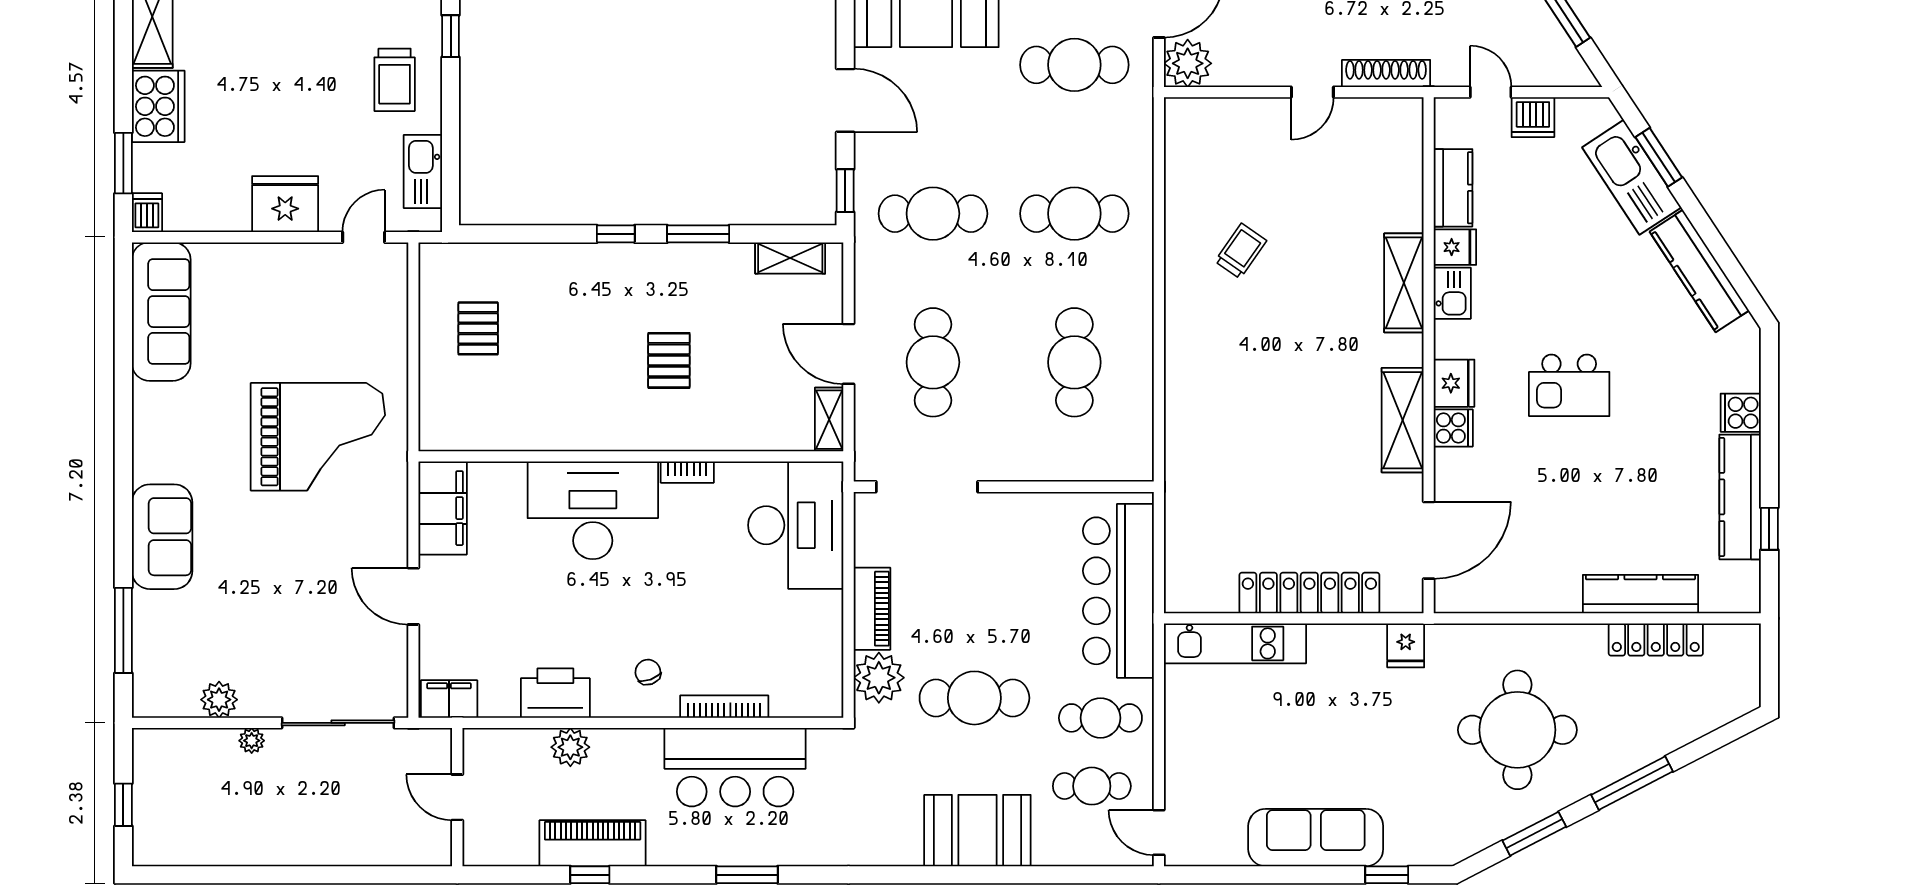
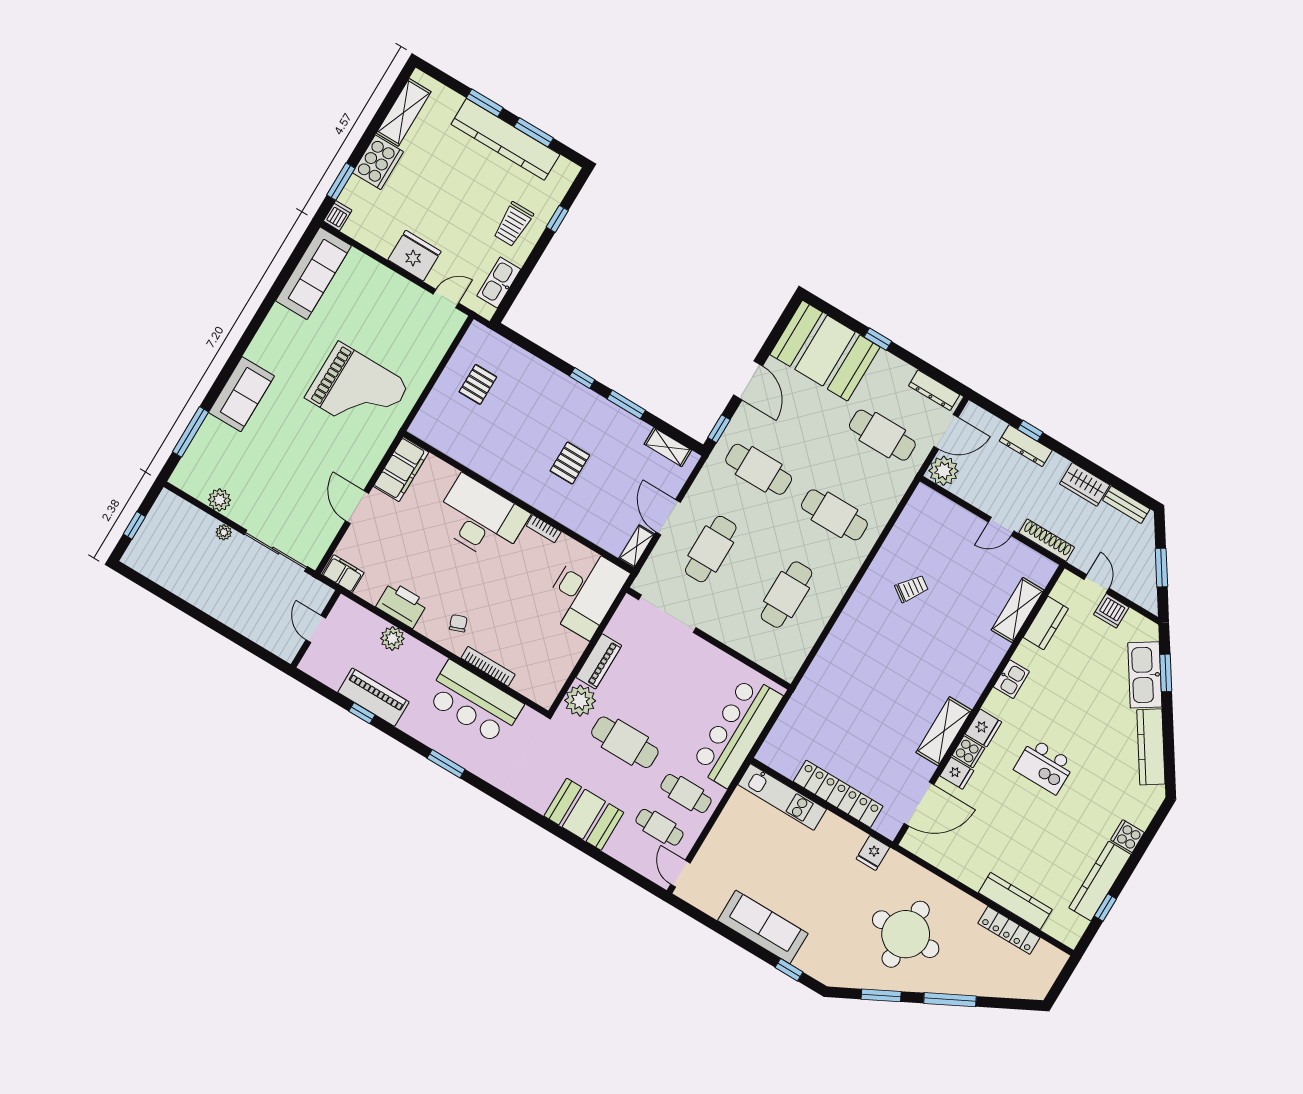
fridge: (1455, 247) -> (957, 773), moved
shelving: (1404, 283) -> (1018, 610), moved

